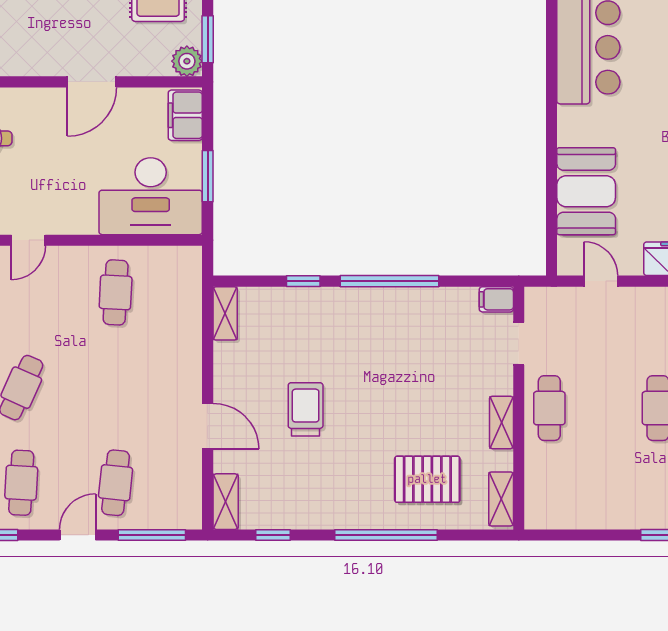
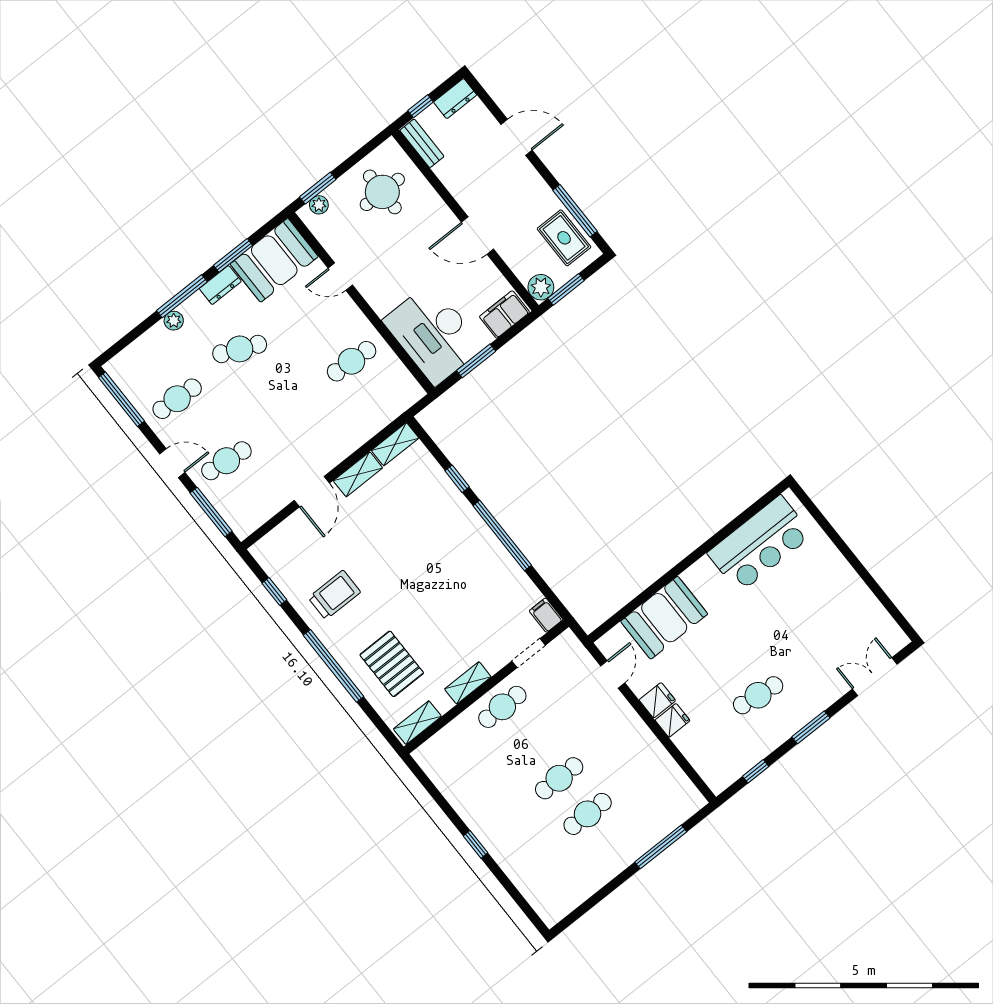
trolley: (306, 409) -> (334, 595), moved
shelving: (226, 502) -> (358, 474), moved

